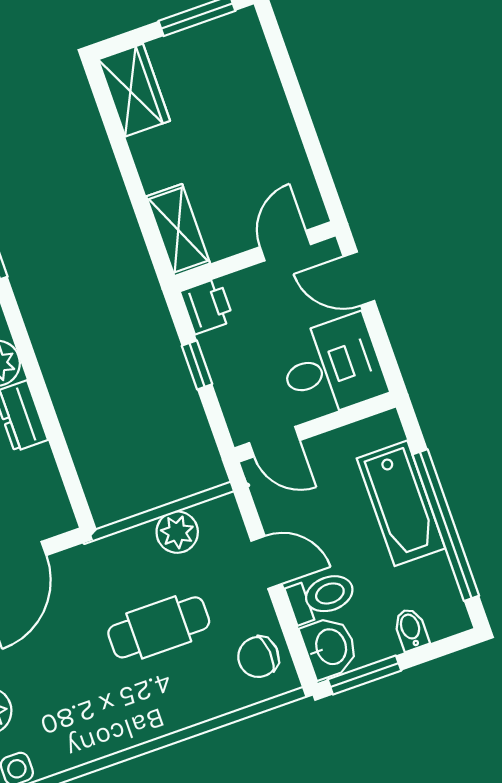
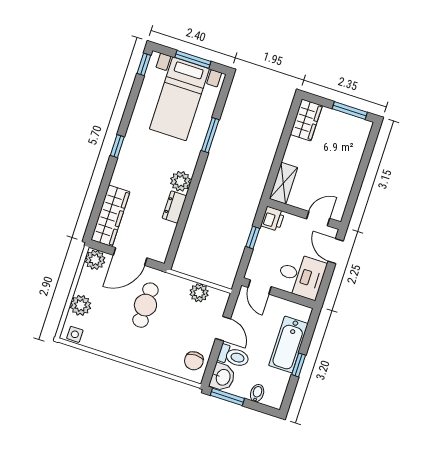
window: (446, 525) -> (299, 365), width x0.32
cafe table: (159, 627) -> (145, 305), moved, turned 90
chair: (258, 657) -> (194, 361), turned -85

